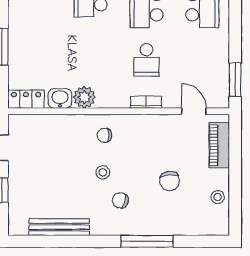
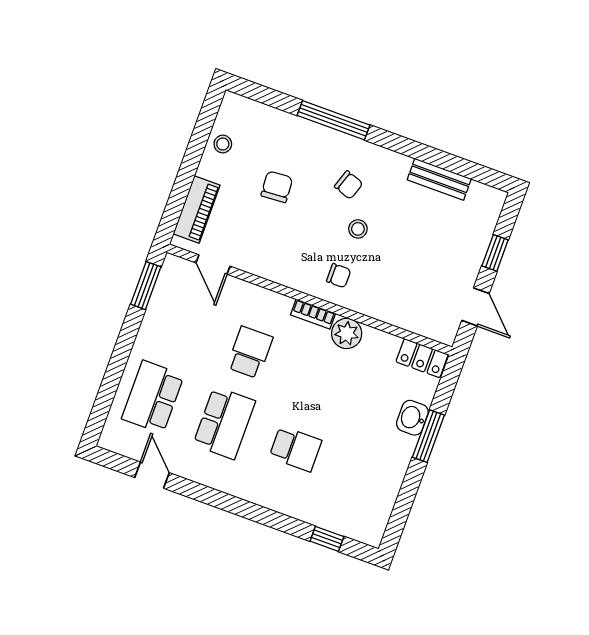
washbasin: (60, 98) -> (412, 418), moved, turned 90
bookcase: (146, 102) -> (313, 314), moved
bench: (59, 227) -> (439, 179), width x0.73

